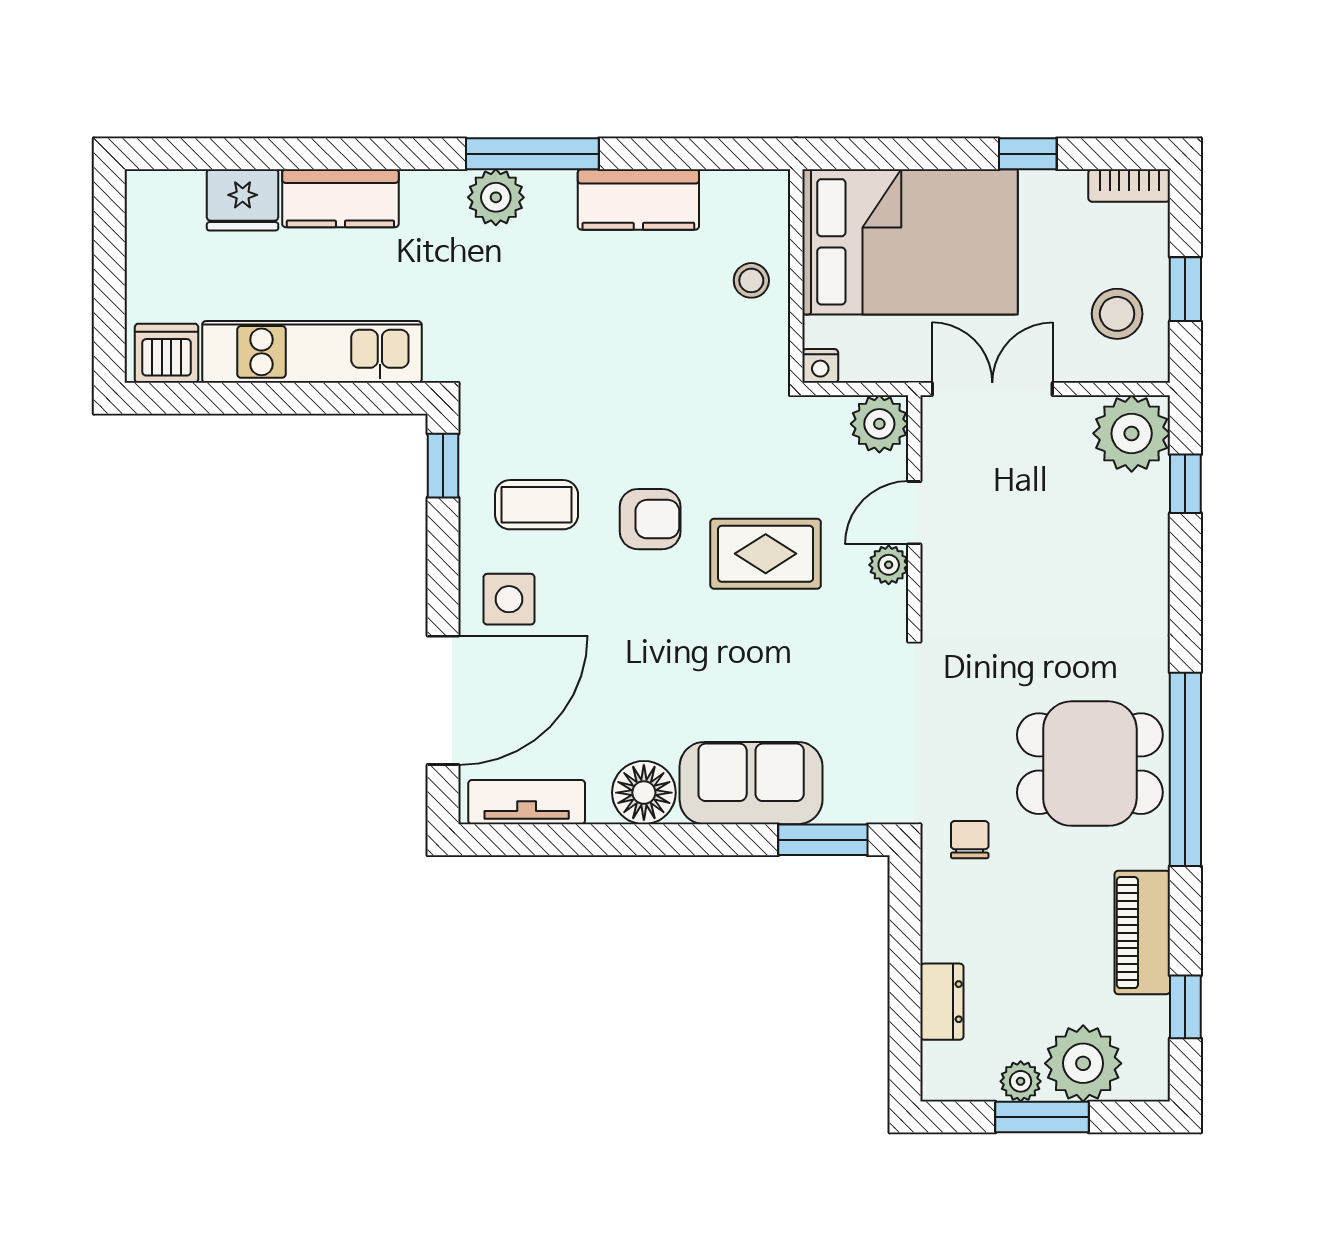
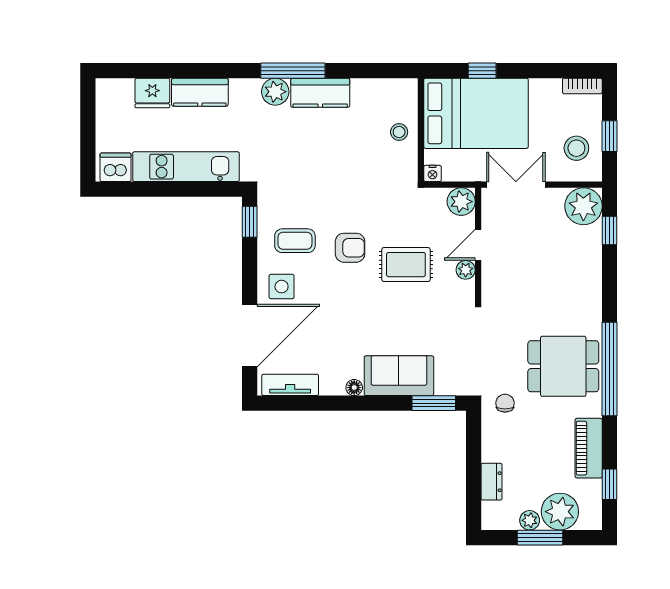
window: (1028, 154) -> (482, 71), moved
kitchen counter: (638, 199) -> (320, 93), moved
floor lamp: (644, 793) -> (354, 388), width x0.53, depth x0.53

